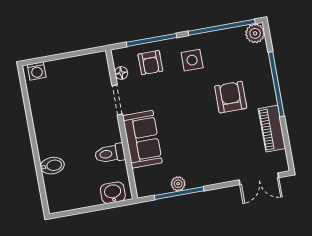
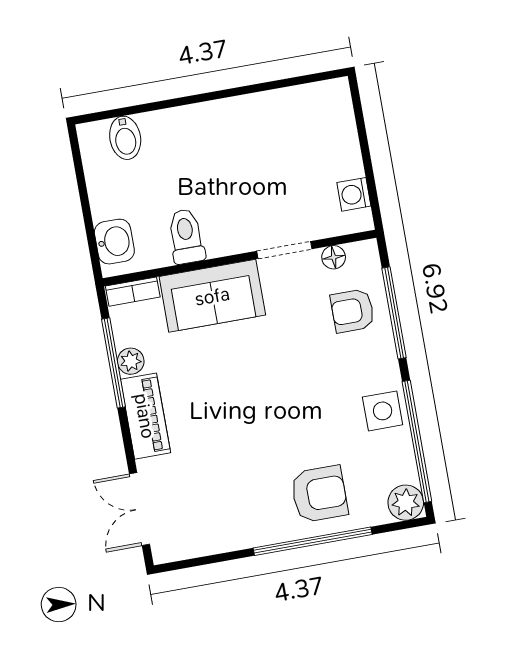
side table: (192, 60) -> (383, 411), moved
washing machine: (37, 71) -> (354, 194), moved
armchair: (231, 97) -> (319, 494), moved
piano: (272, 129) -> (145, 416), moved, turned 90
bidet: (52, 166) -> (125, 138), moved
bookcase: (140, 183) -> (133, 292), added

